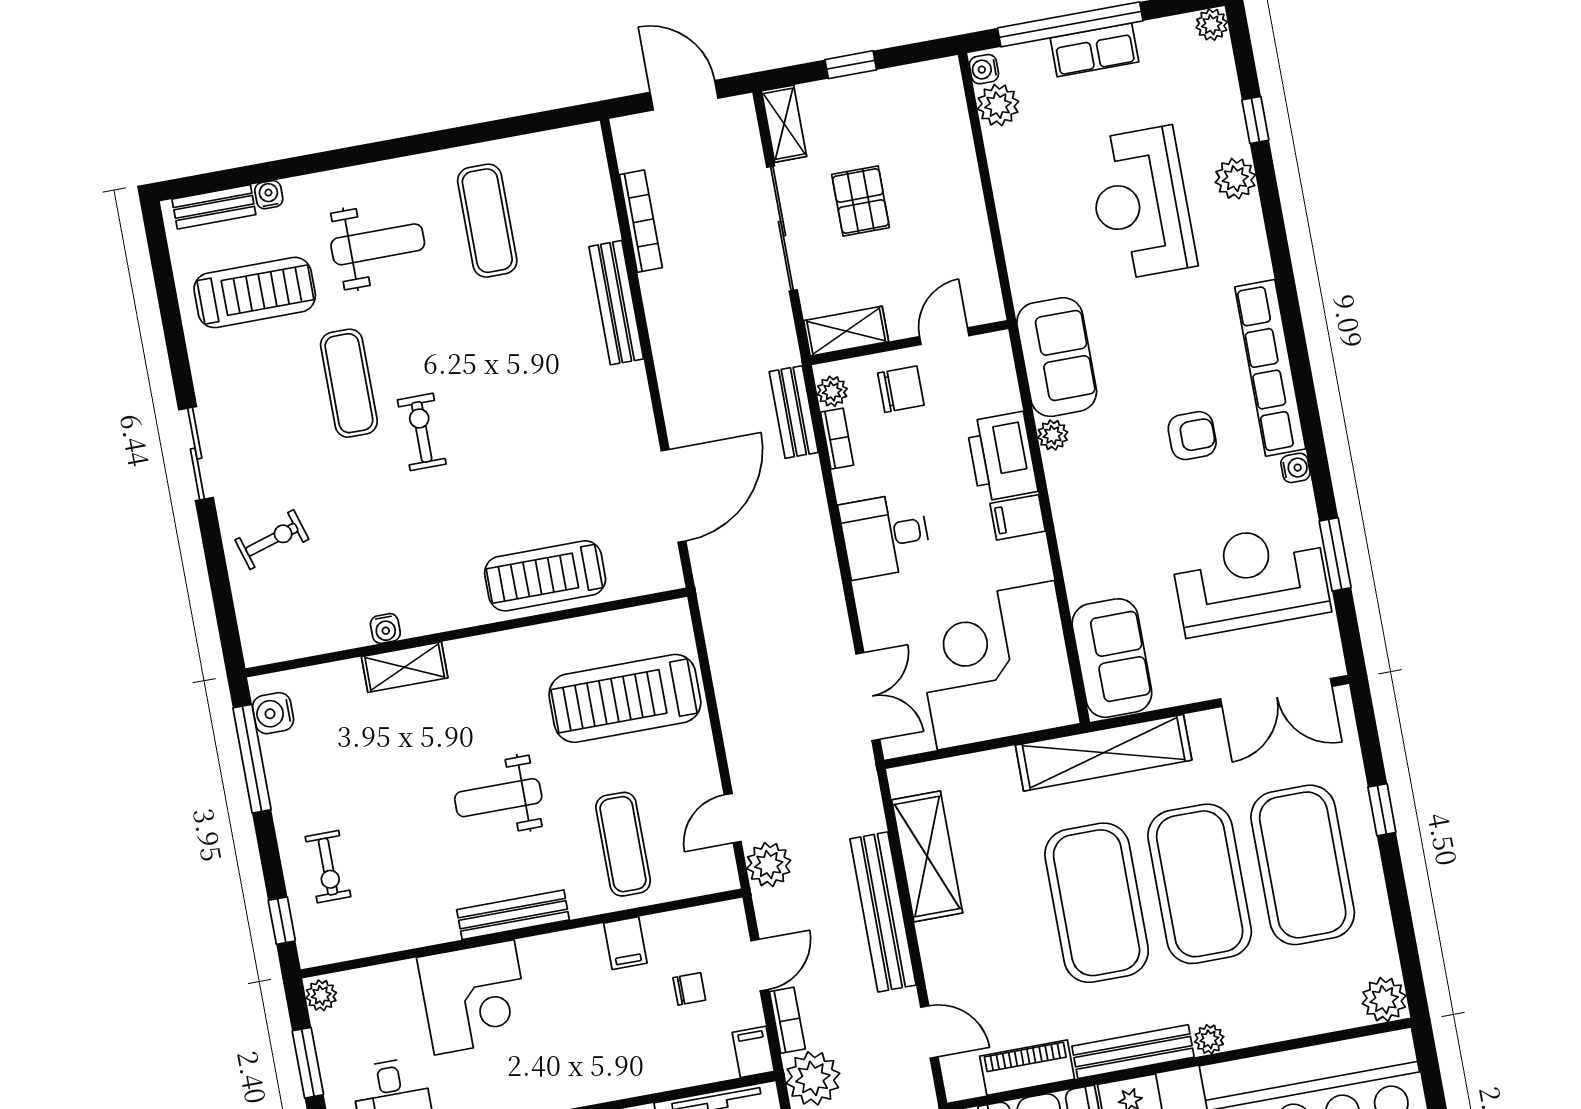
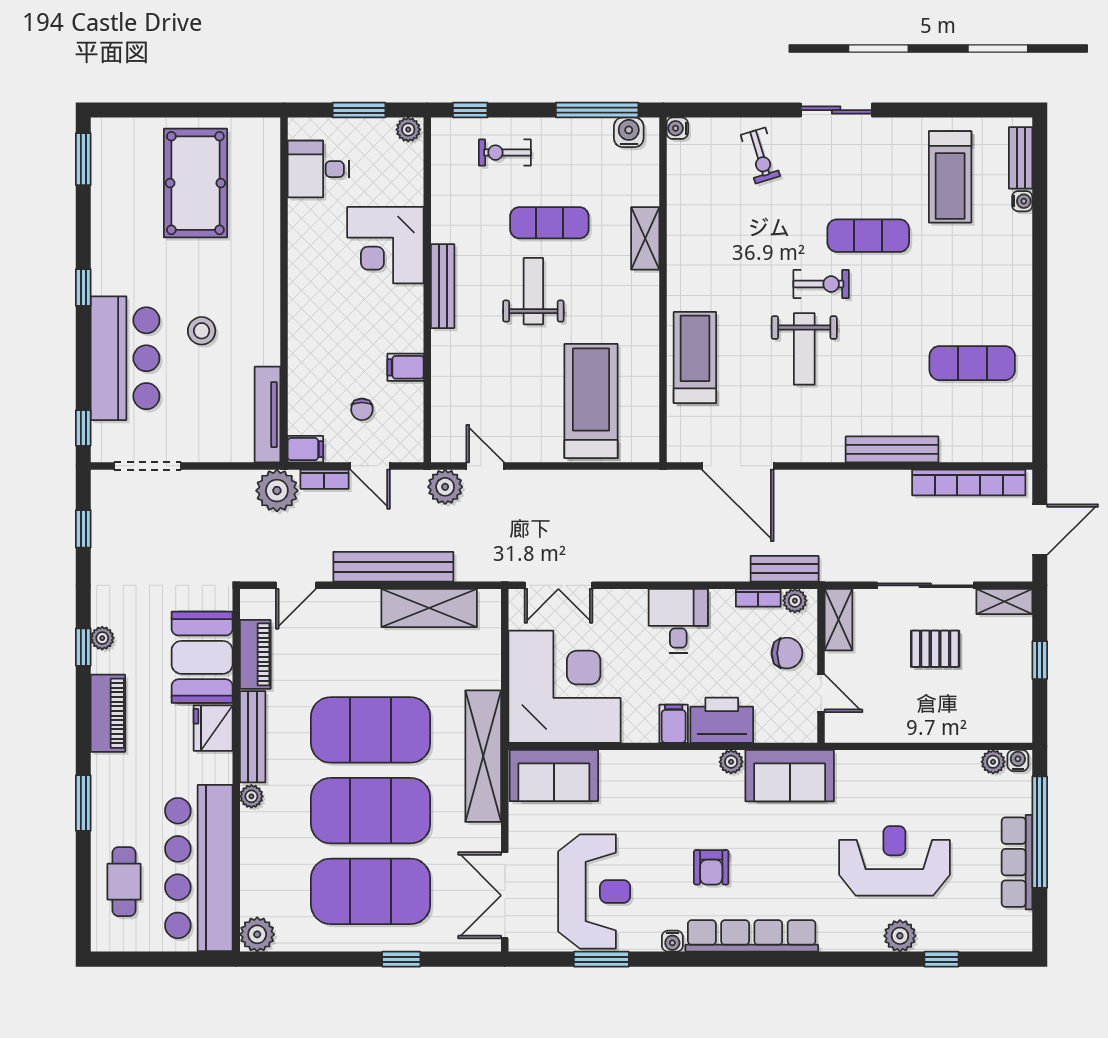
plant: (1212, 25) -> (1020, 939), removed
row of seats: (1094, 50) -> (1017, 862), width x1.48
plant: (998, 105) -> (993, 762), width x0.73, depth x0.73
bookcase: (641, 221) -> (969, 482), width x1.48, depth x1.31
weight bench: (378, 244) -> (804, 349), moved
chair: (901, 389) -> (787, 653), turned -90
water cooler: (385, 628) -> (677, 128), moved
exercise mat: (623, 844) -> (549, 223), moved

